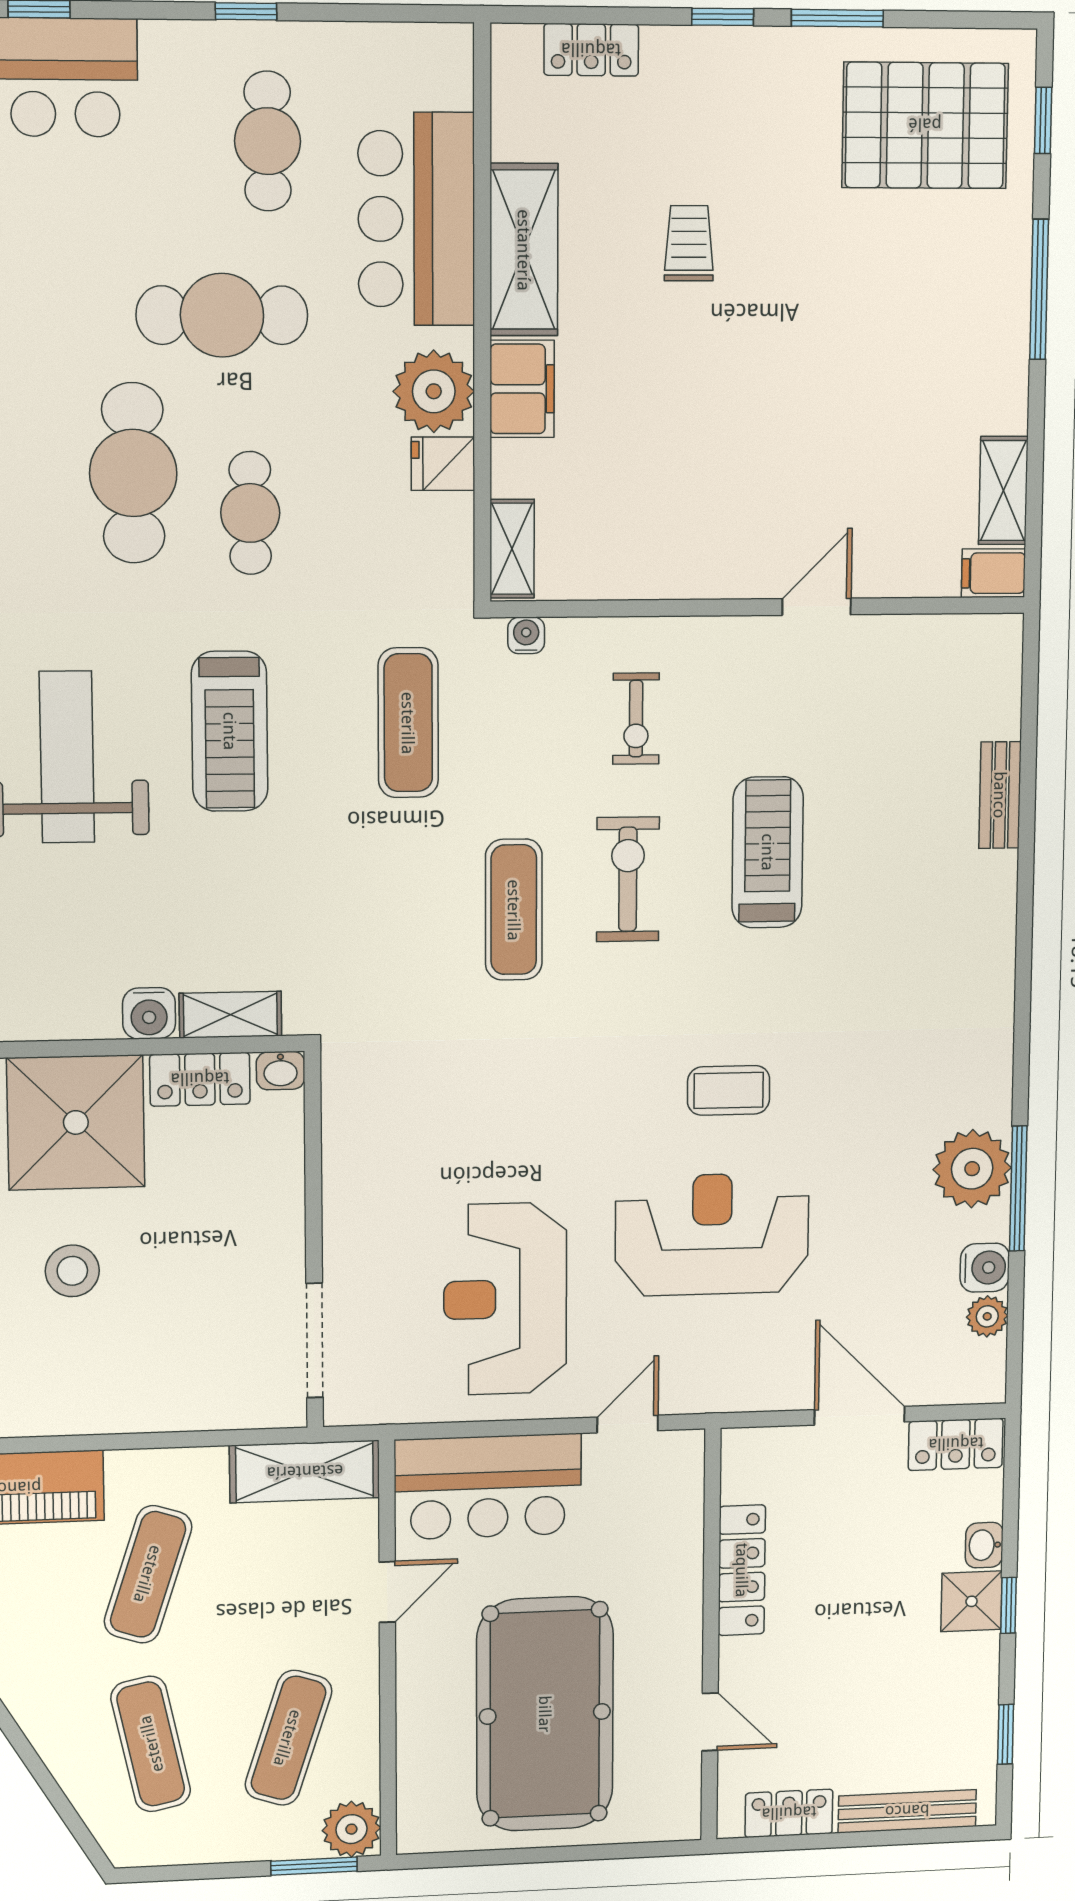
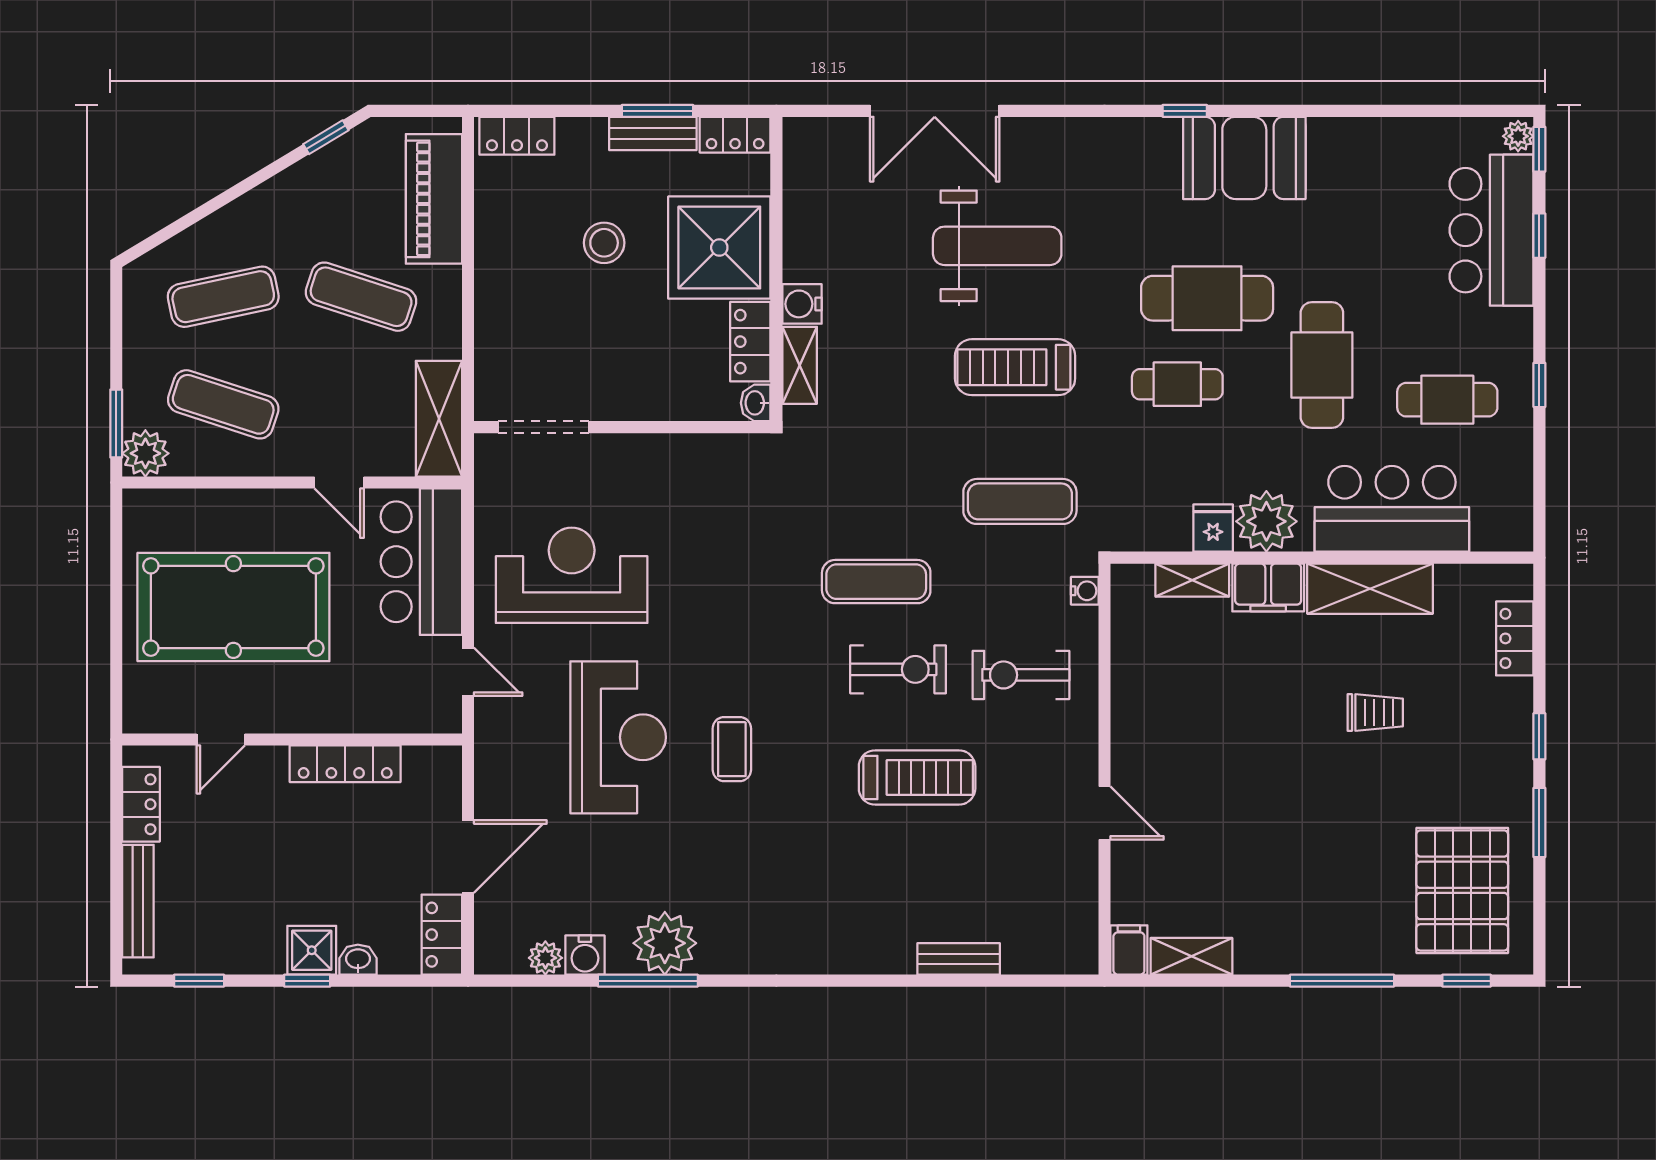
shelving: (512, 549) -> (1192, 580), moved
exercise bike: (636, 719) -> (1021, 675), width x1.38, depth x1.39

